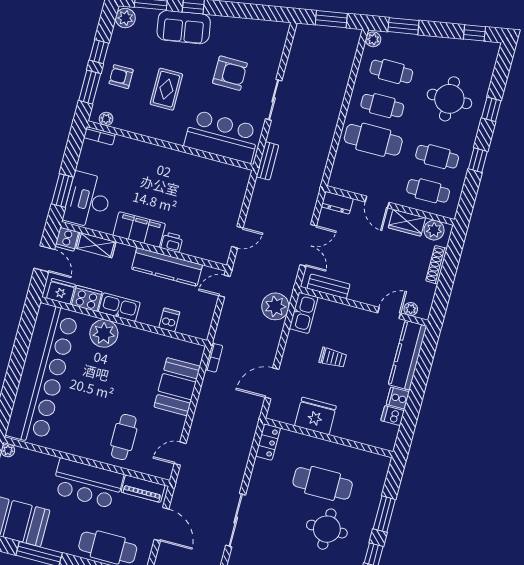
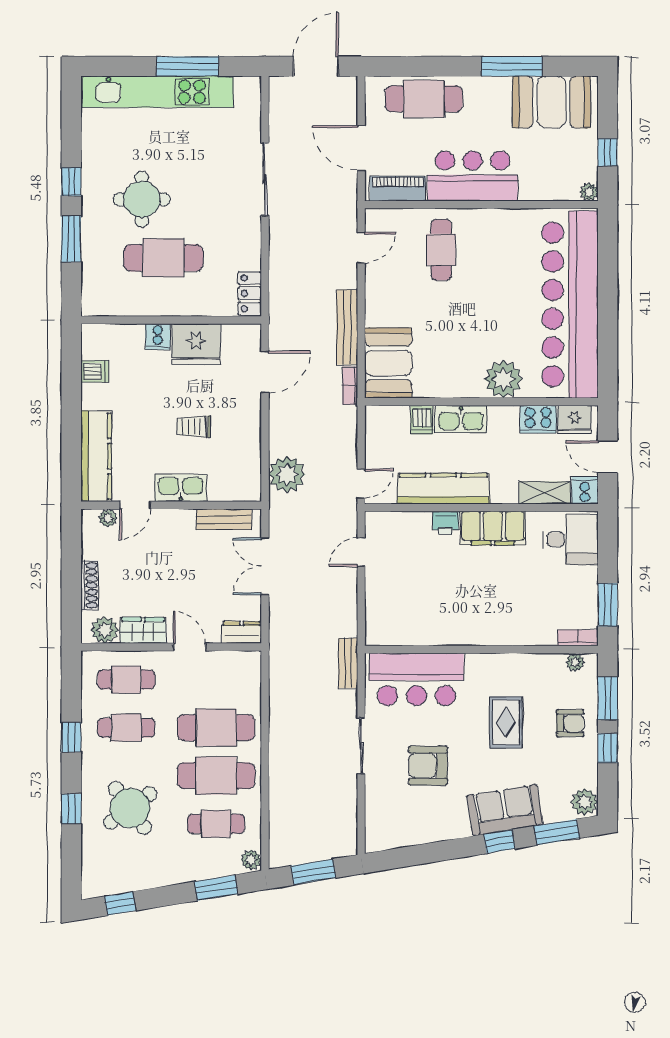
round table: (449, 99) -> (130, 808), turned -36
cafe table: (382, 106) -> (216, 776), width x1.37, depth x1.35
window: (62, 191) -> (608, 605), moved
desk: (88, 200) -> (571, 539), width x0.73
kitchen sink: (119, 307) -> (461, 419), moved
kitchen sink: (304, 313) -> (181, 488), moved, turned 90
booth: (177, 387) -> (388, 363), moved
cooker: (398, 398) -> (158, 337), moved, turned 90
bench: (205, 400) -> (347, 327), added

